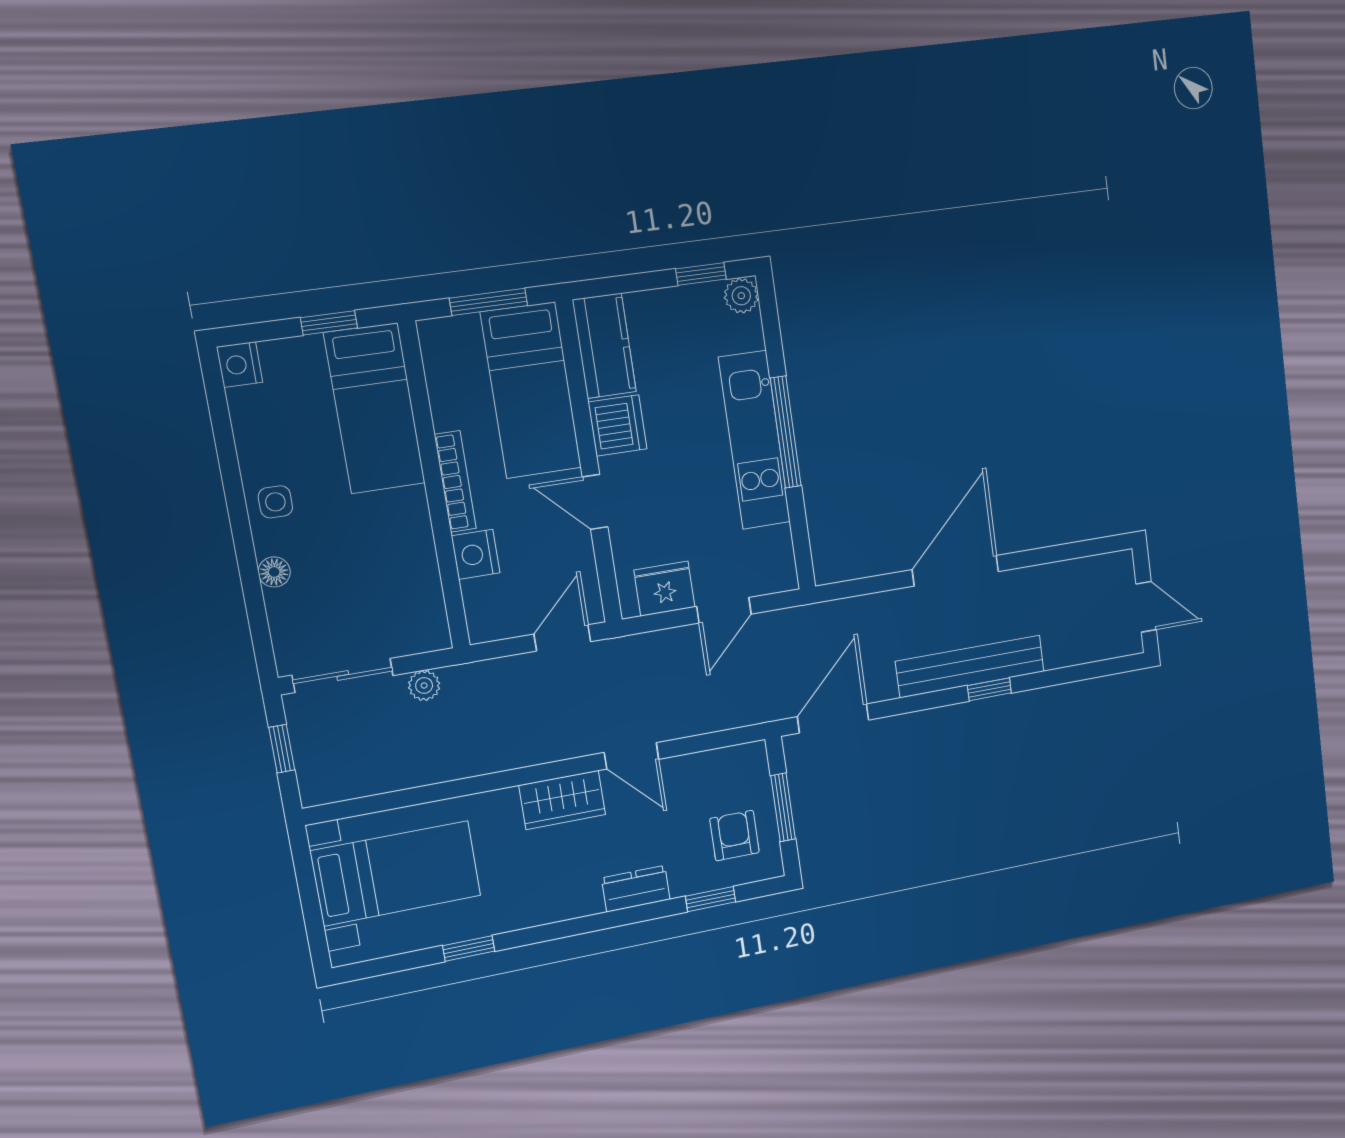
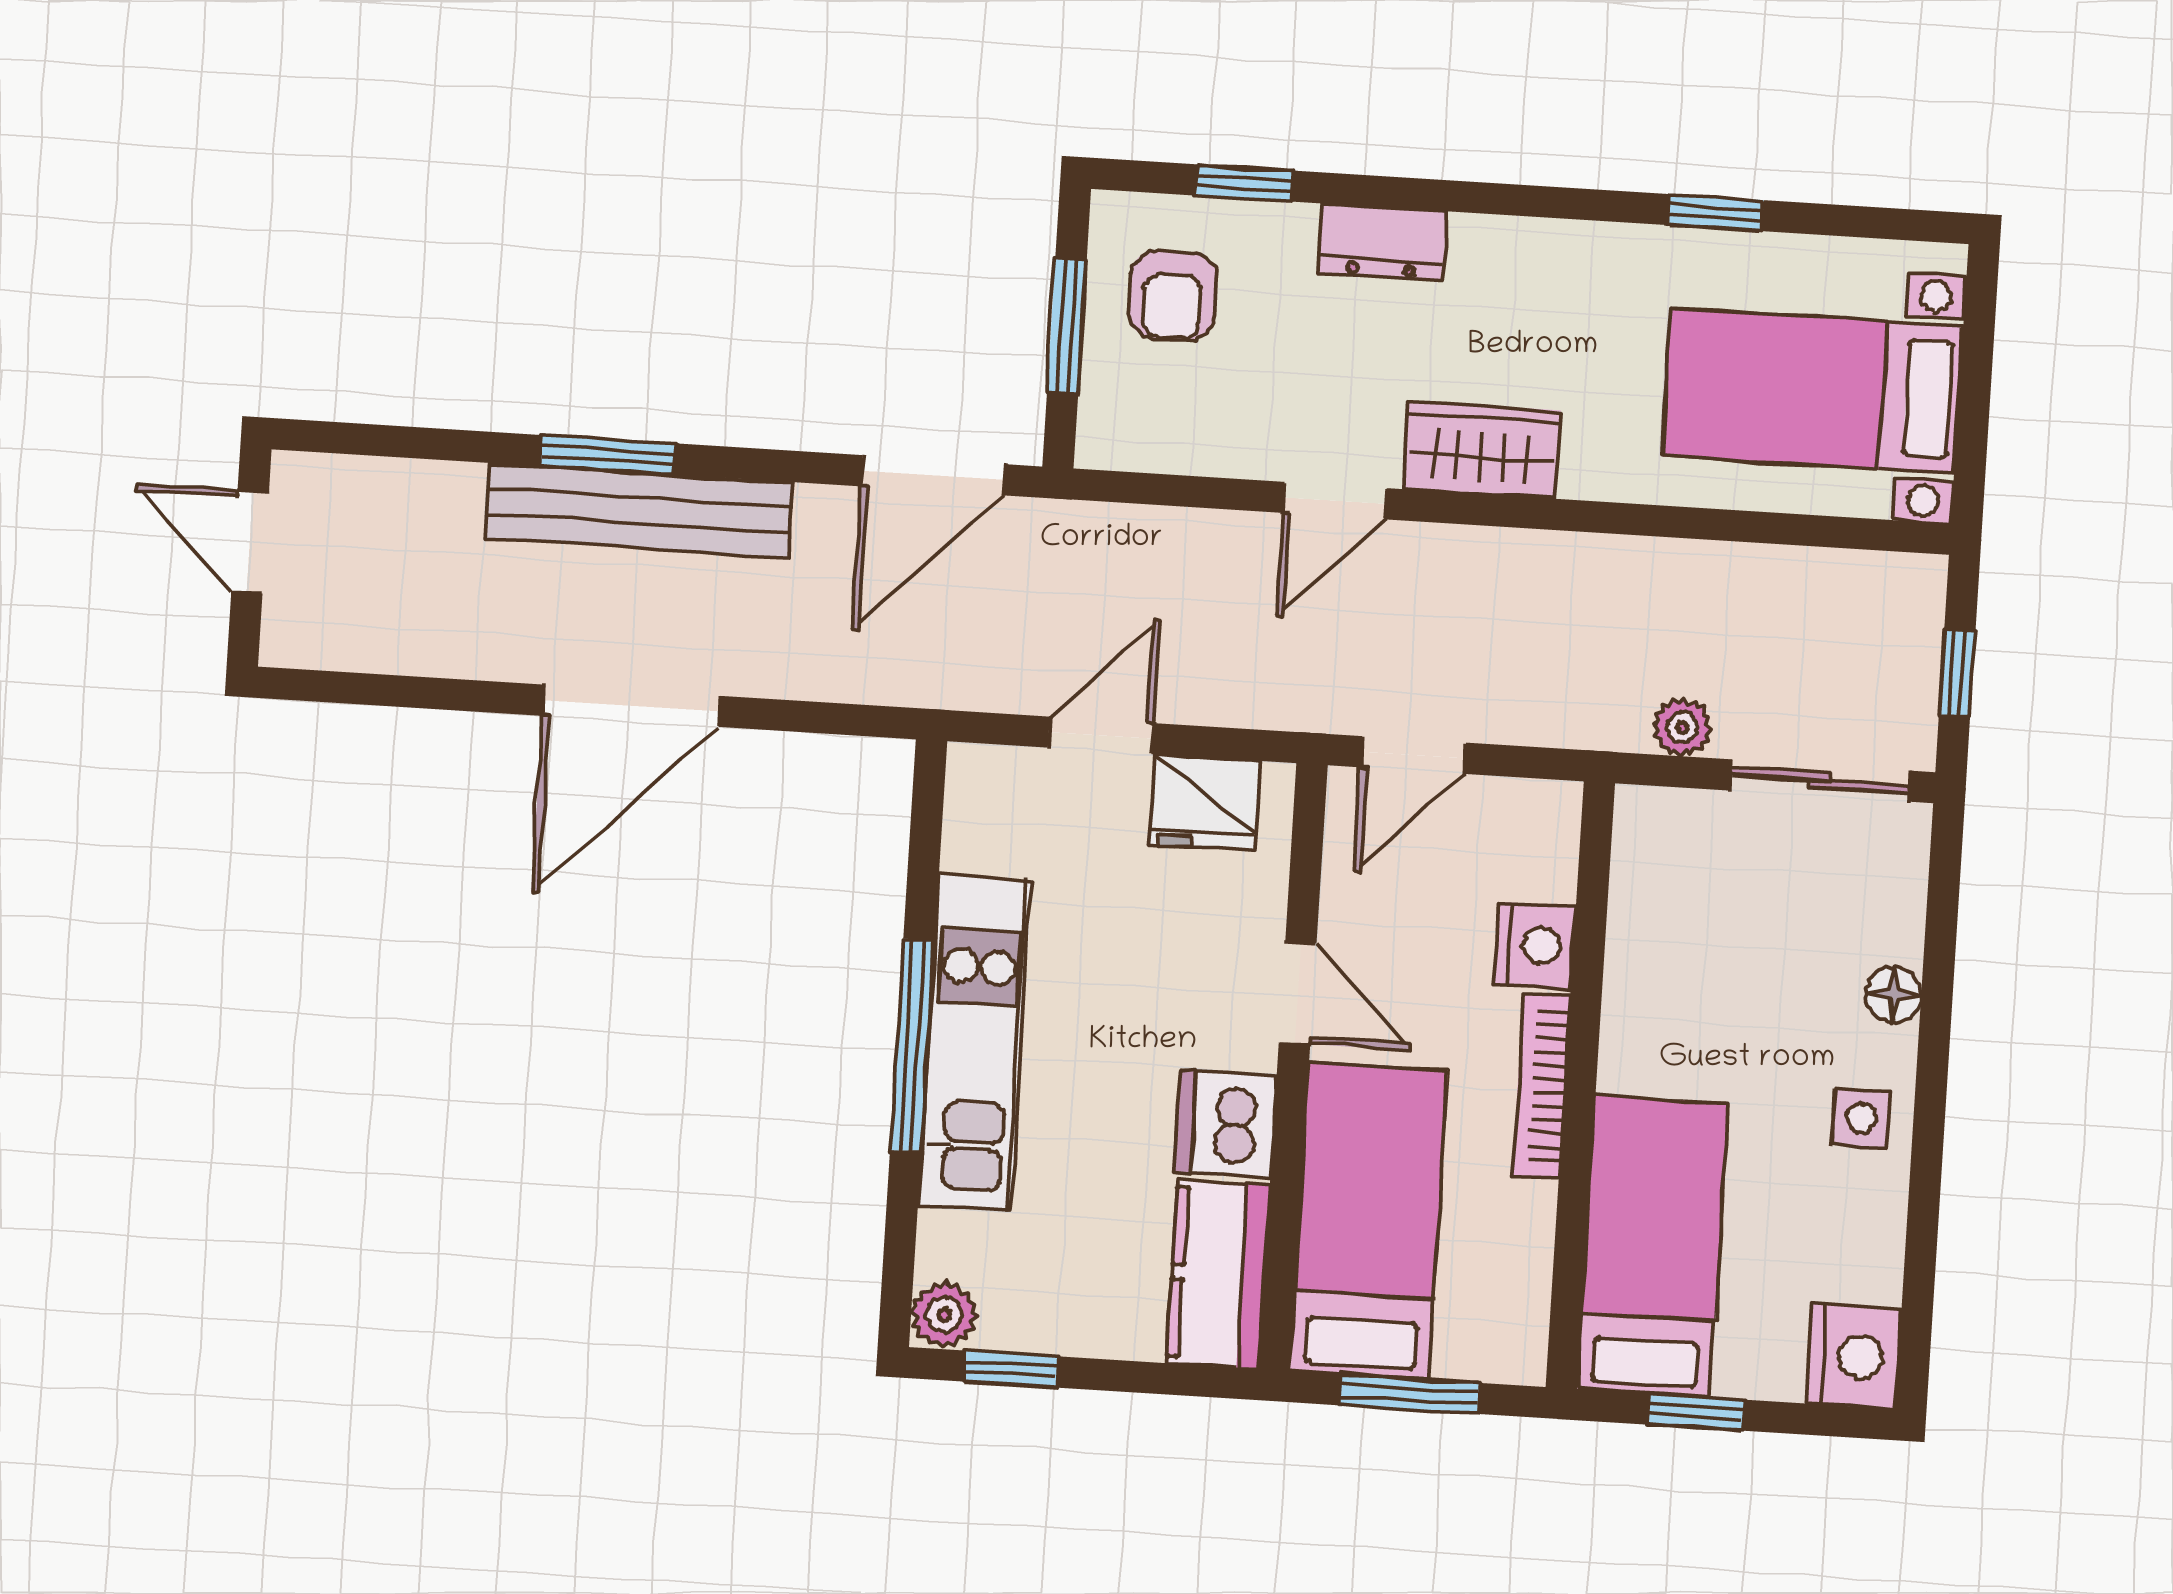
nightstand: (240, 365) -> (1854, 1356), width x1.36, depth x1.33
window: (989, 689) -> (608, 455), width x1.50
door: (632, 756) -> (1335, 501), swing flipped

